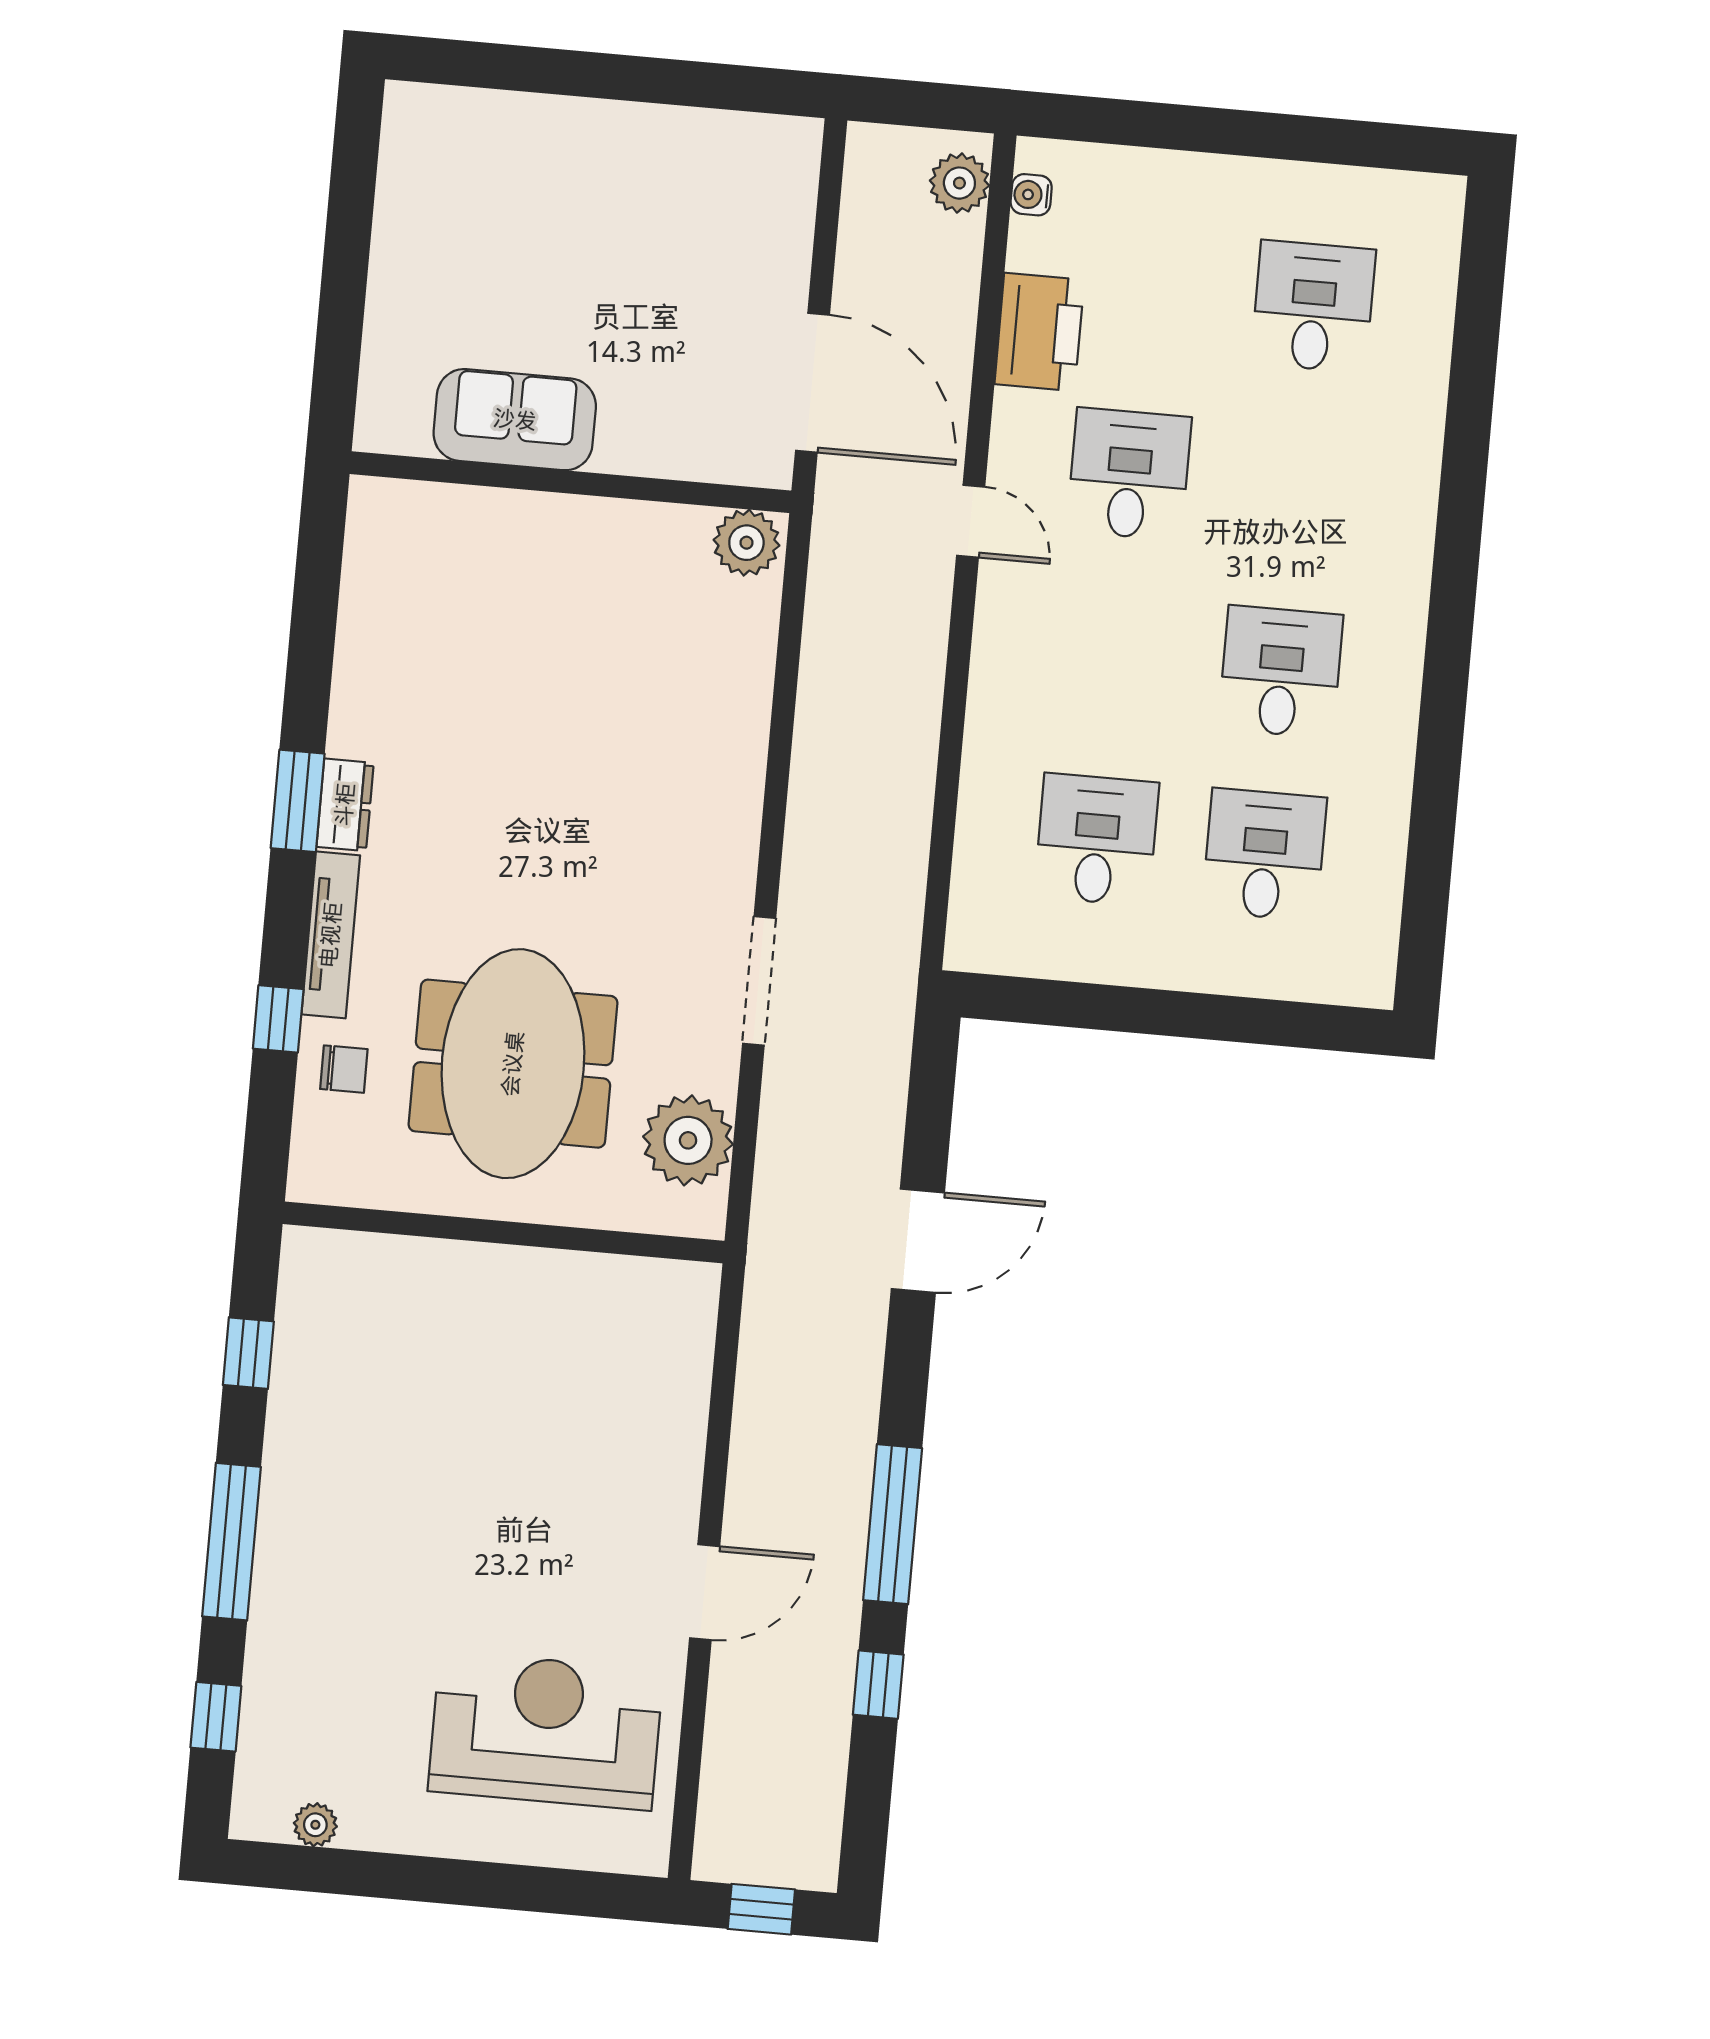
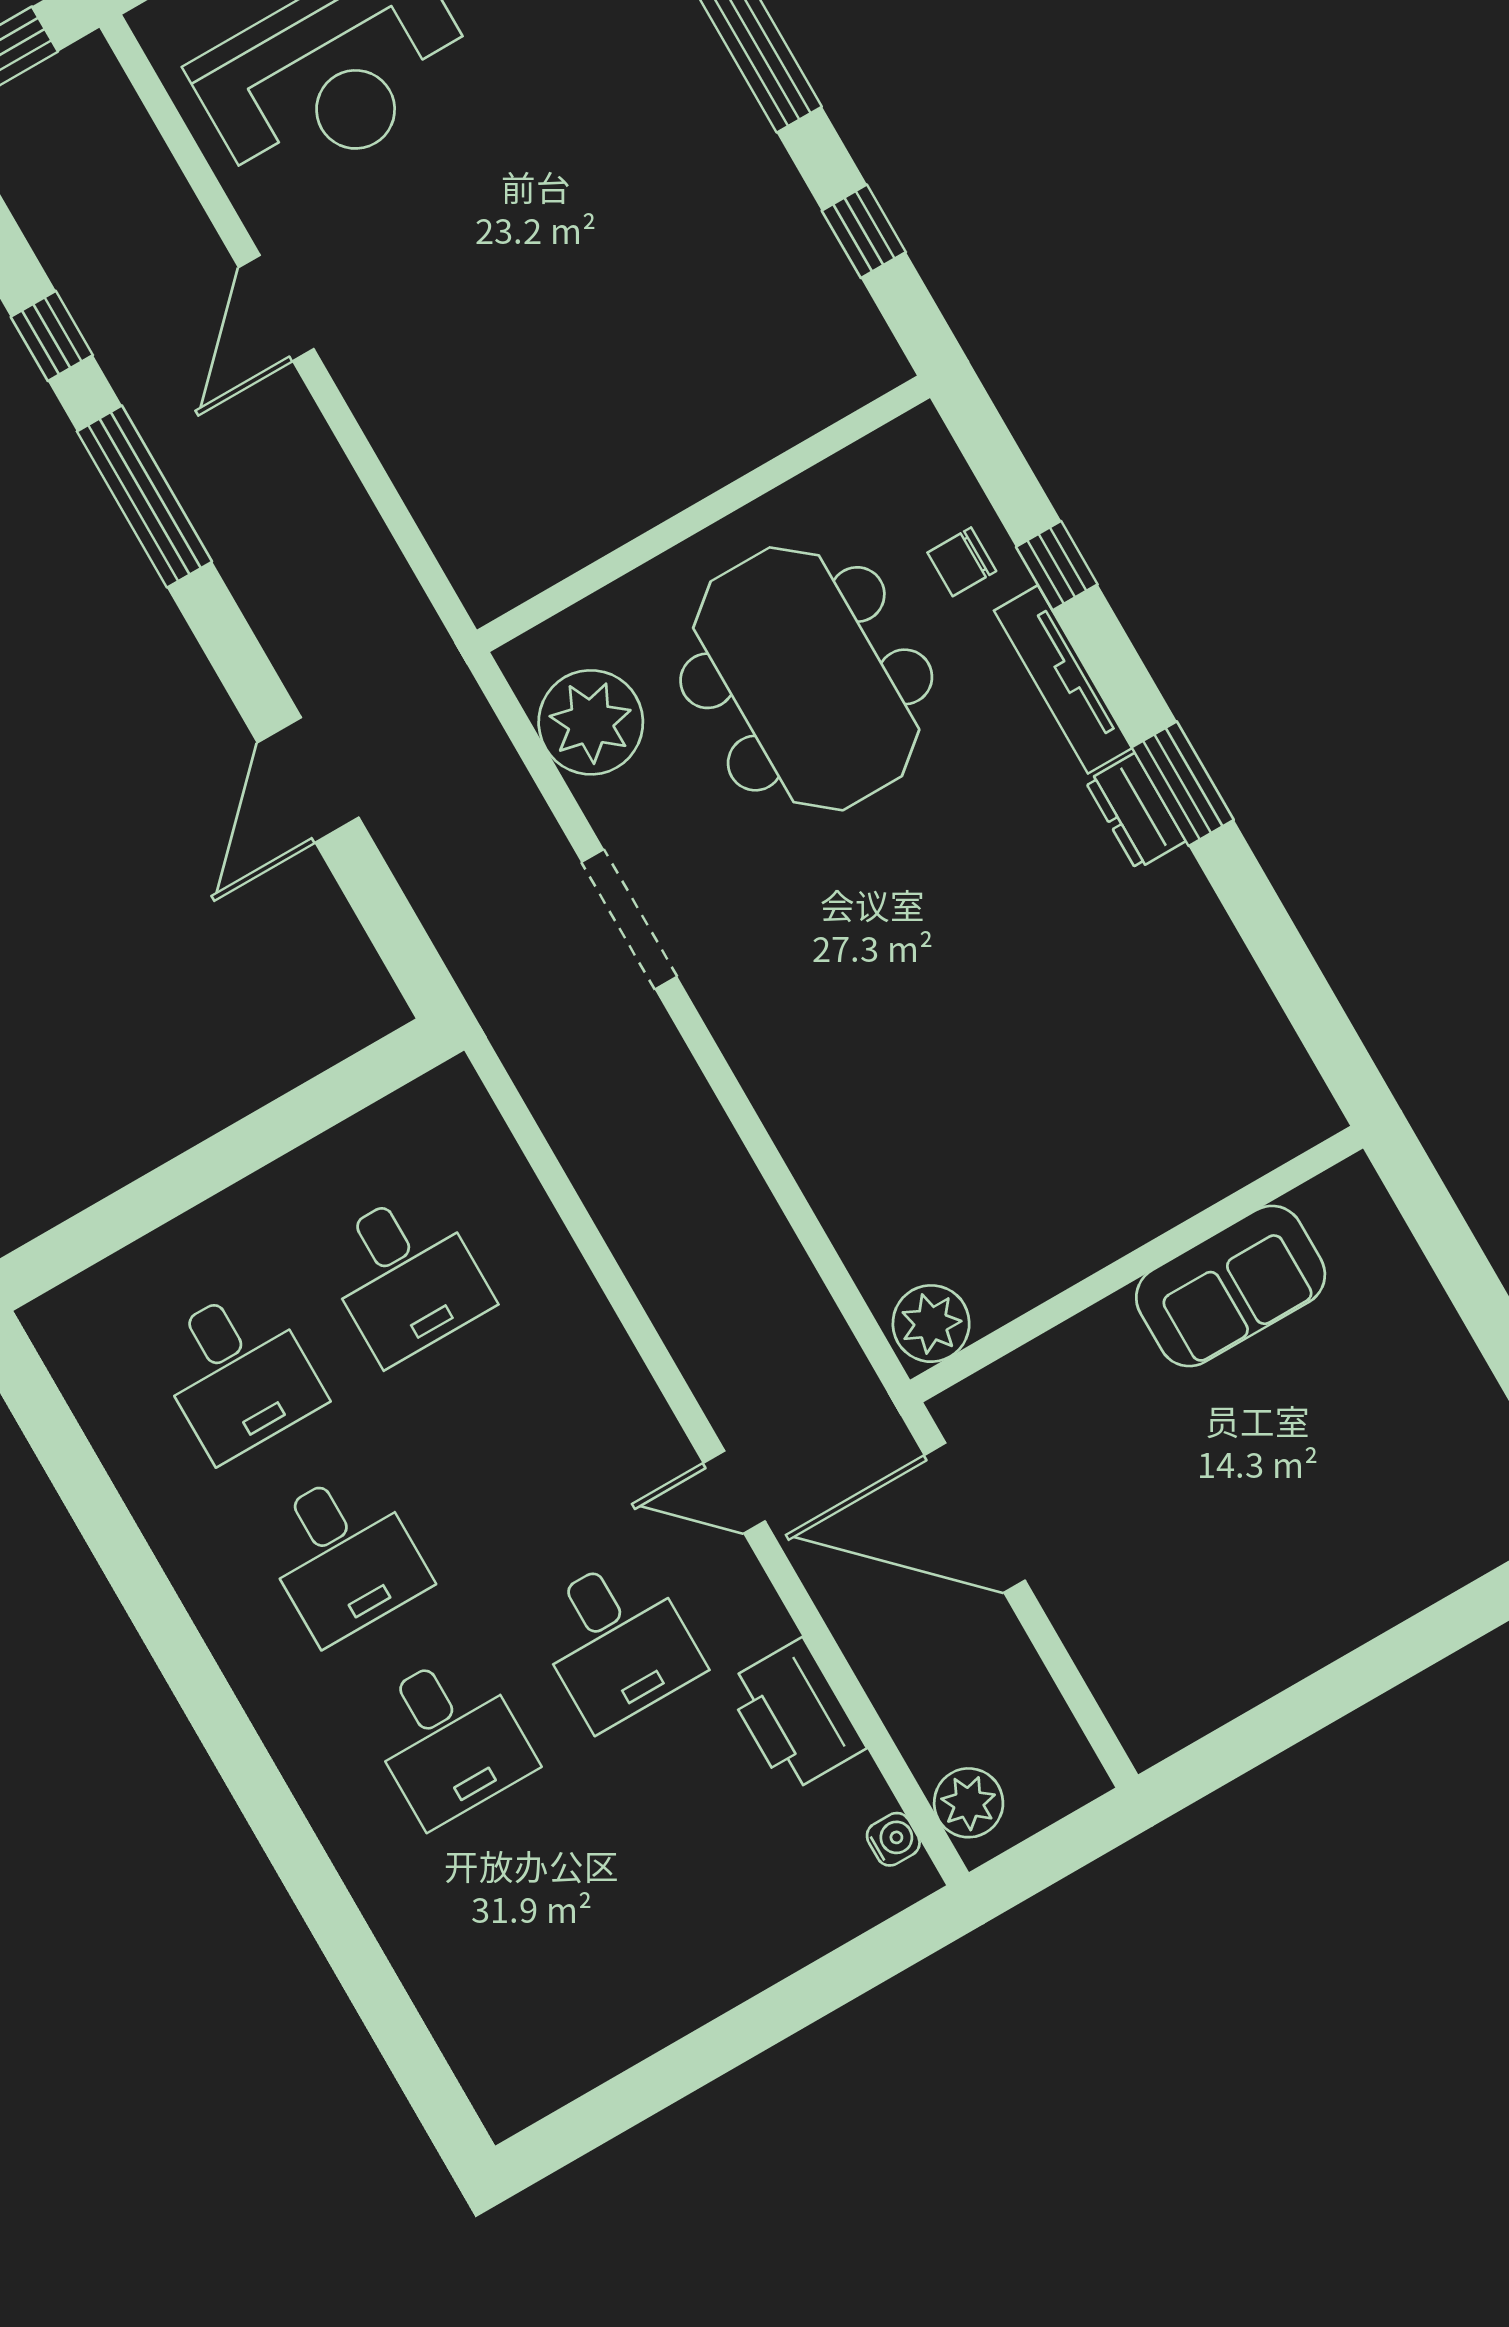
desk: (1313, 306) -> (448, 1738), moved

